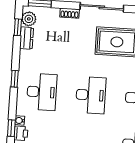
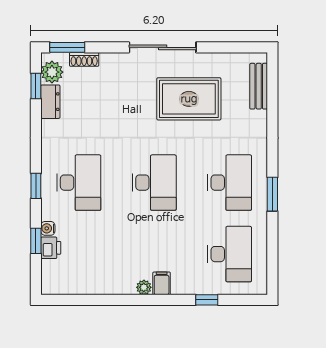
shoe rack: (70, 13) -> (84, 59), moved
window: (15, 79) -> (36, 186), moved

